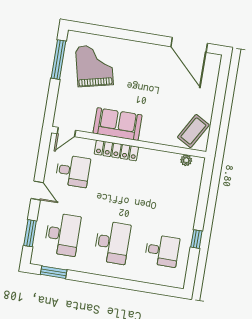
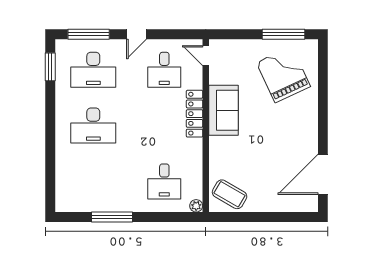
grand piano: (94, 66) -> (283, 74), turned -102
plant: (186, 160) -> (196, 206), moved
window: (30, 233) -> (89, 34), width x1.44
window: (196, 239) -> (112, 217), width x2.17
desk: (162, 251) -> (164, 181), moved

